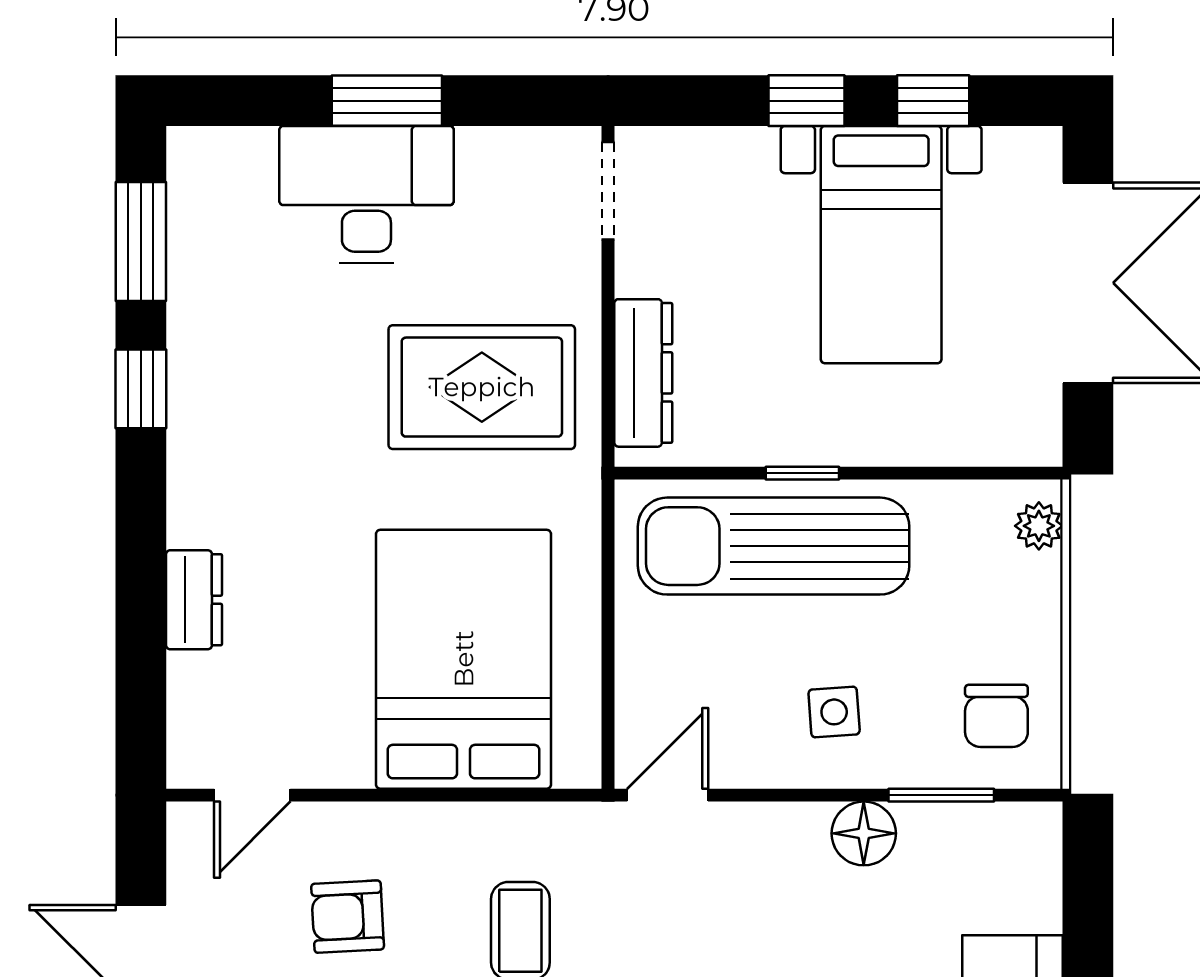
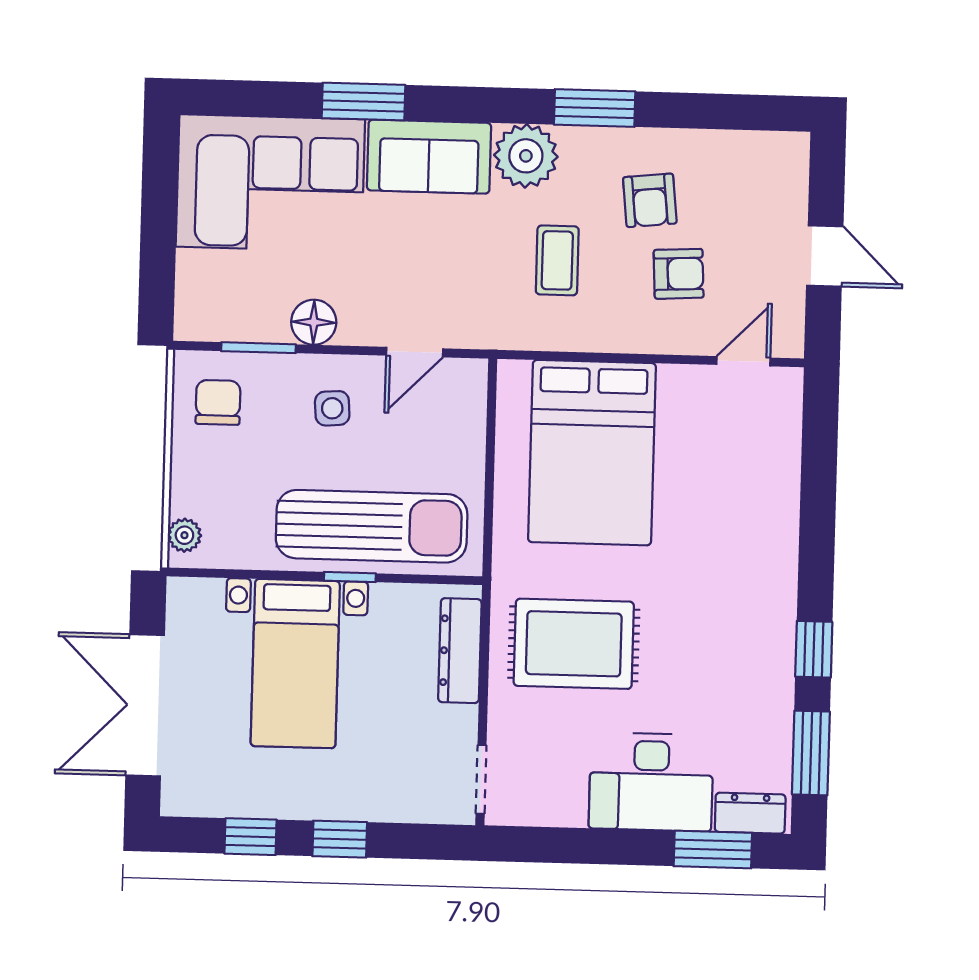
window: (387, 101) -> (713, 850), moved
bed with nightstands: (881, 245) -> (295, 664), moved, turned 180
dresser: (194, 600) -> (750, 813), moved, turned 90
door: (668, 795) -> (415, 352), moved

